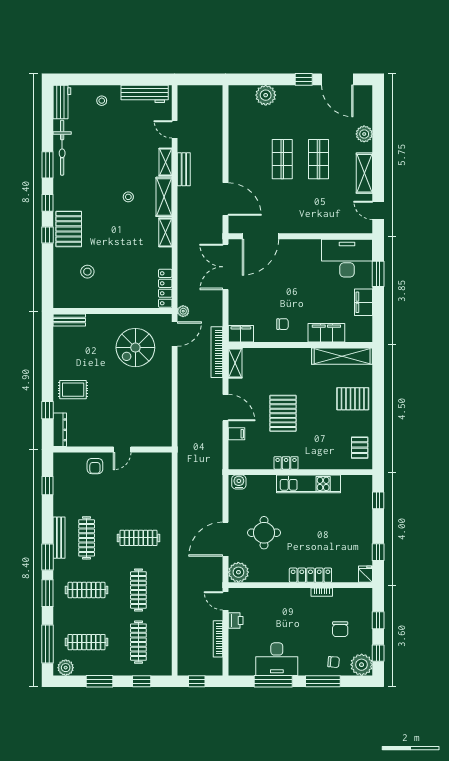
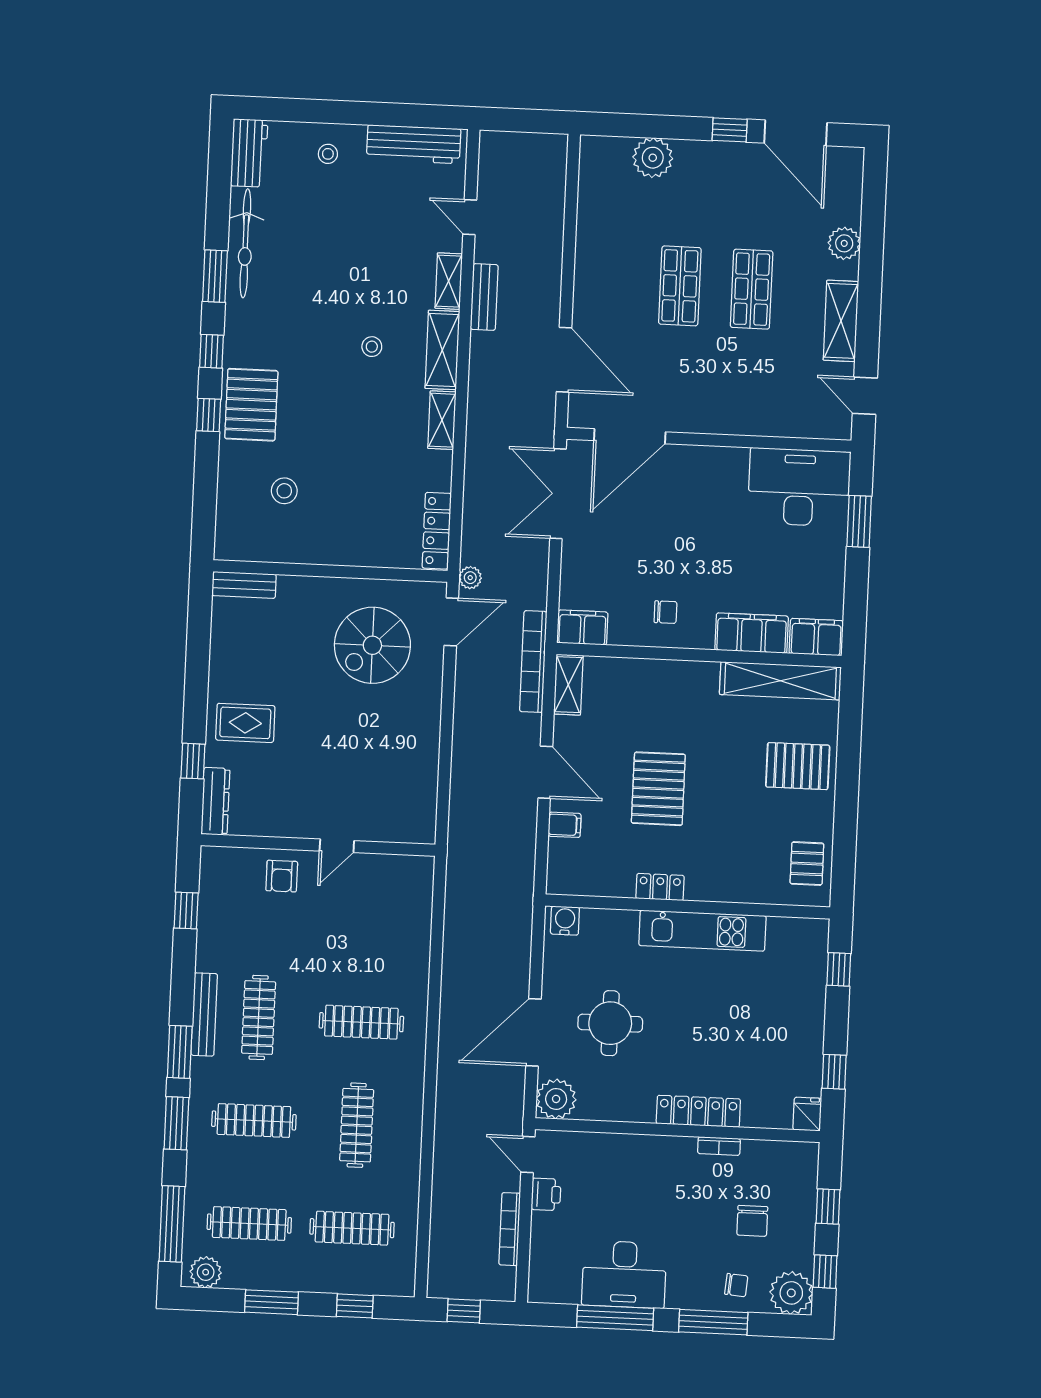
filing cabinet: (364, 302) -> (816, 637), moved, turned 90
clothes rail: (138, 642) -> (352, 1228), turned 90

